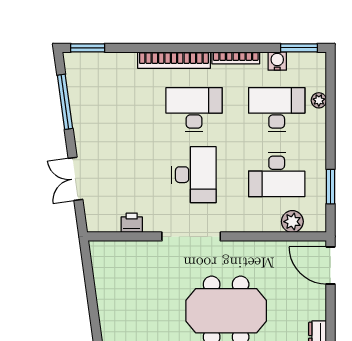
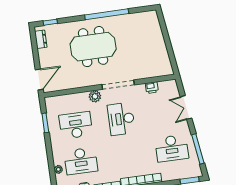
desk: (194, 110) -> (172, 148), moved
double door: (75, 179) -> (186, 107), swing flipped
plant: (292, 222) -> (95, 96), moved
door: (330, 265) -> (39, 79), hinge flipped

